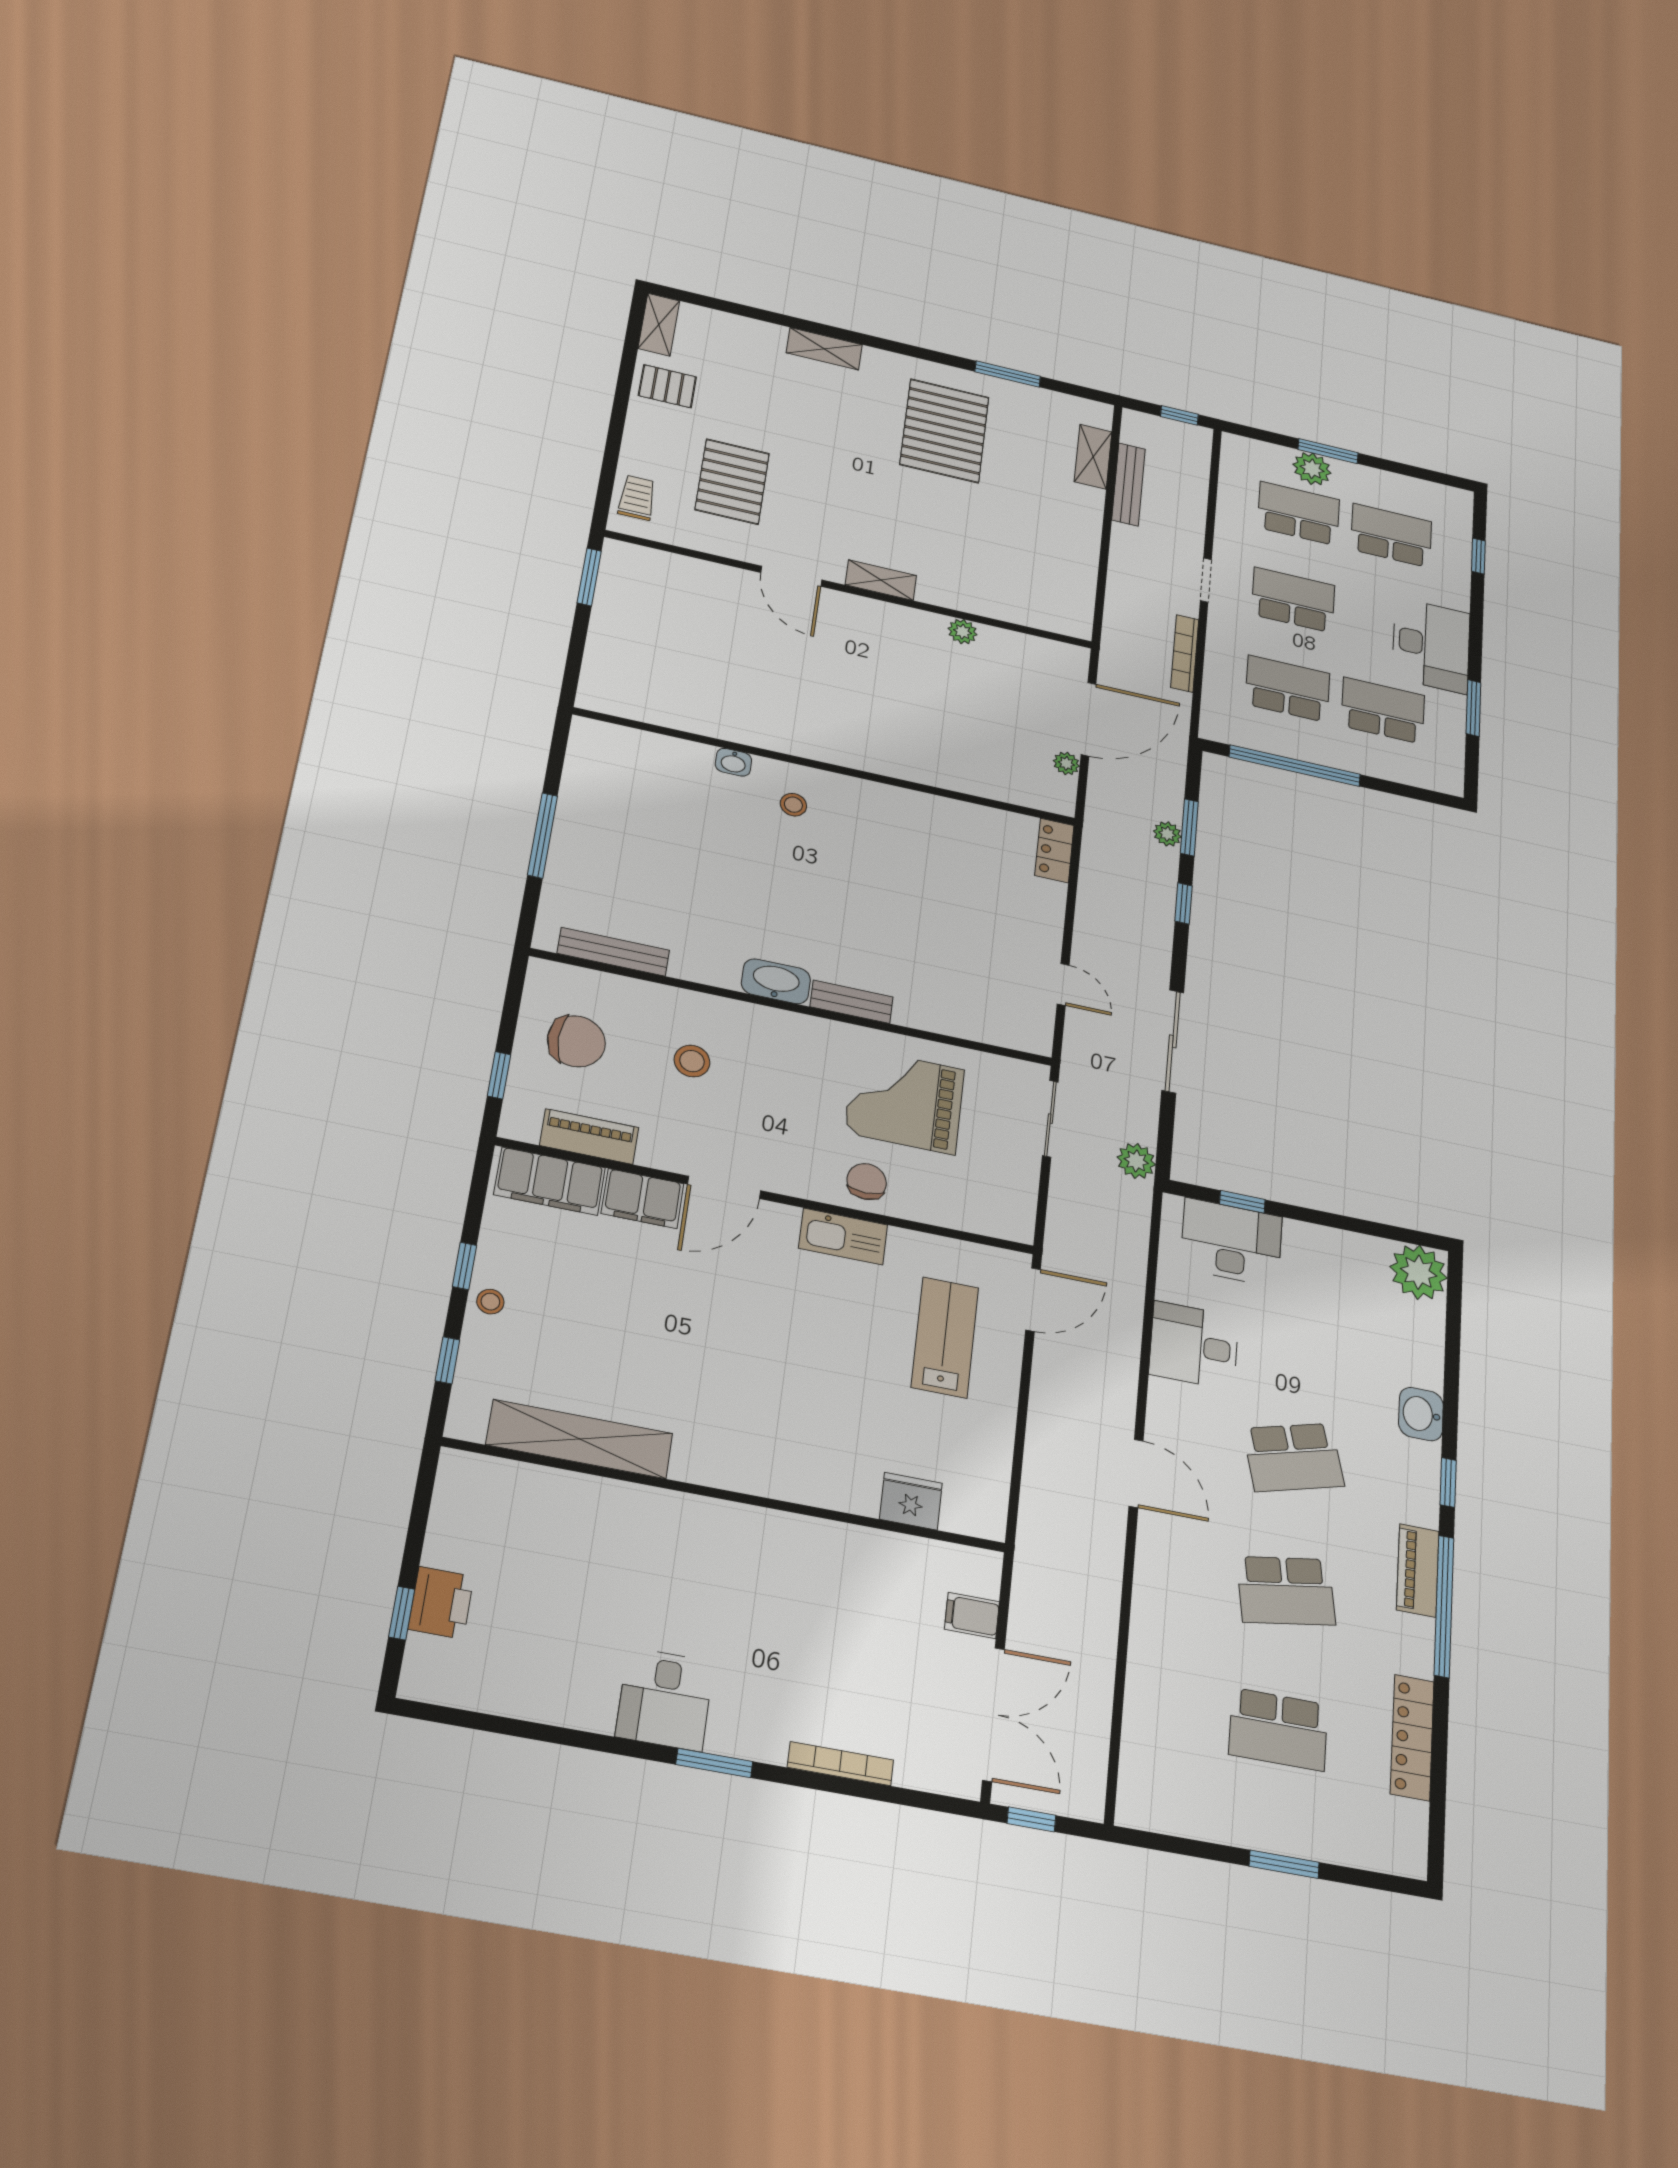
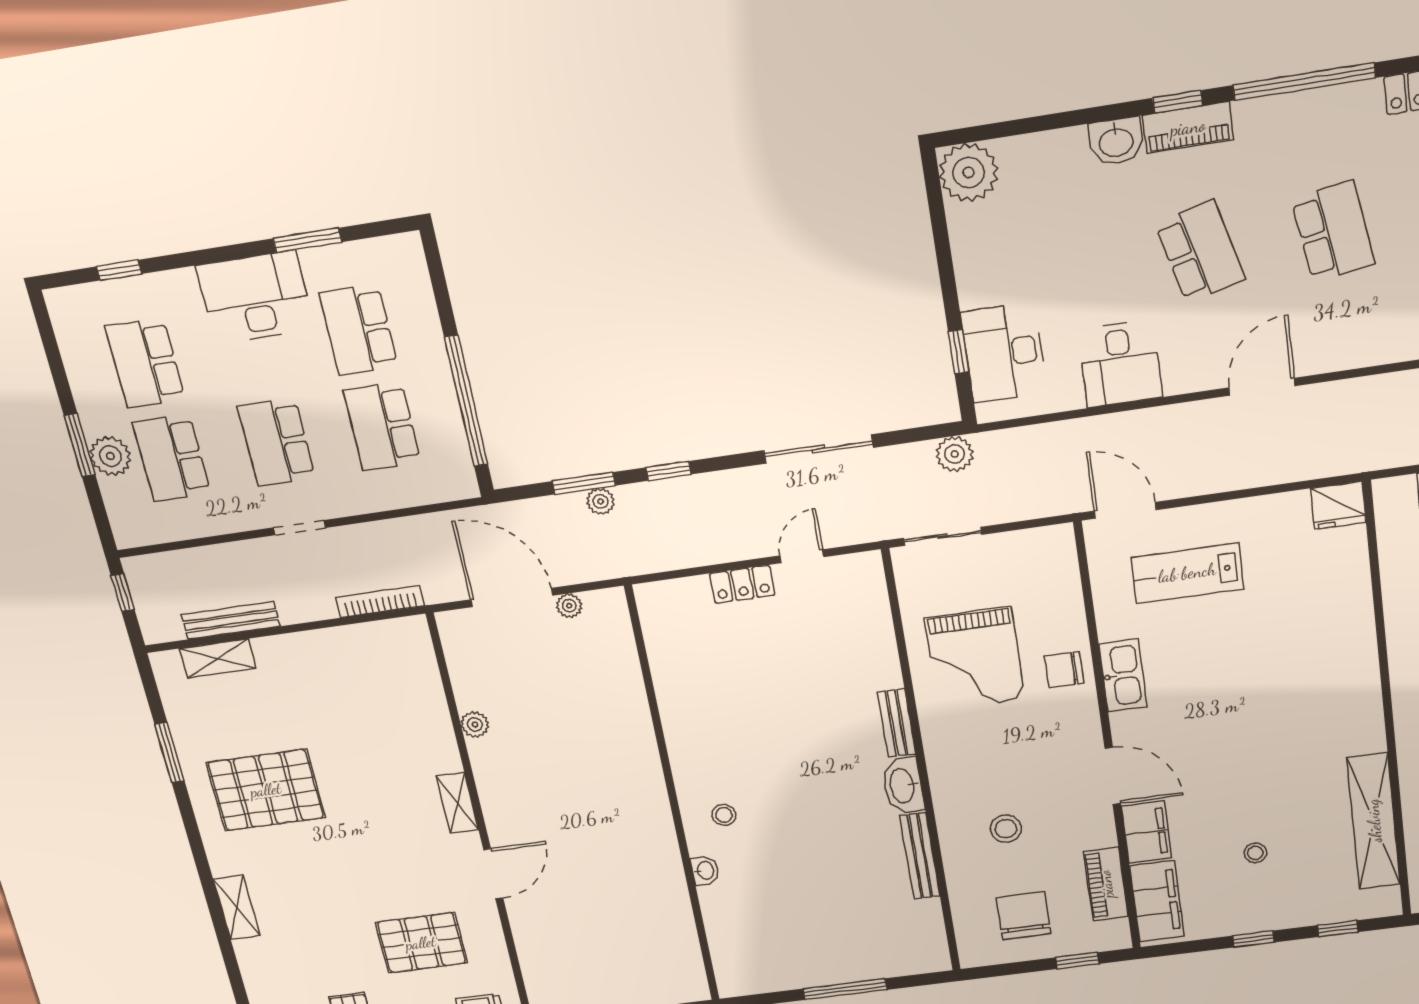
bookcase: (1185, 653) -> (380, 602), moved, turned 180
locker: (1054, 850) -> (742, 584), moved
bench: (613, 952) -> (920, 856), moved
stool: (490, 1302) -> (1255, 853), moved
fridge: (911, 1501) -> (1338, 505), moved, turned -90
piano: (1418, 1570) -> (1188, 127), moved

